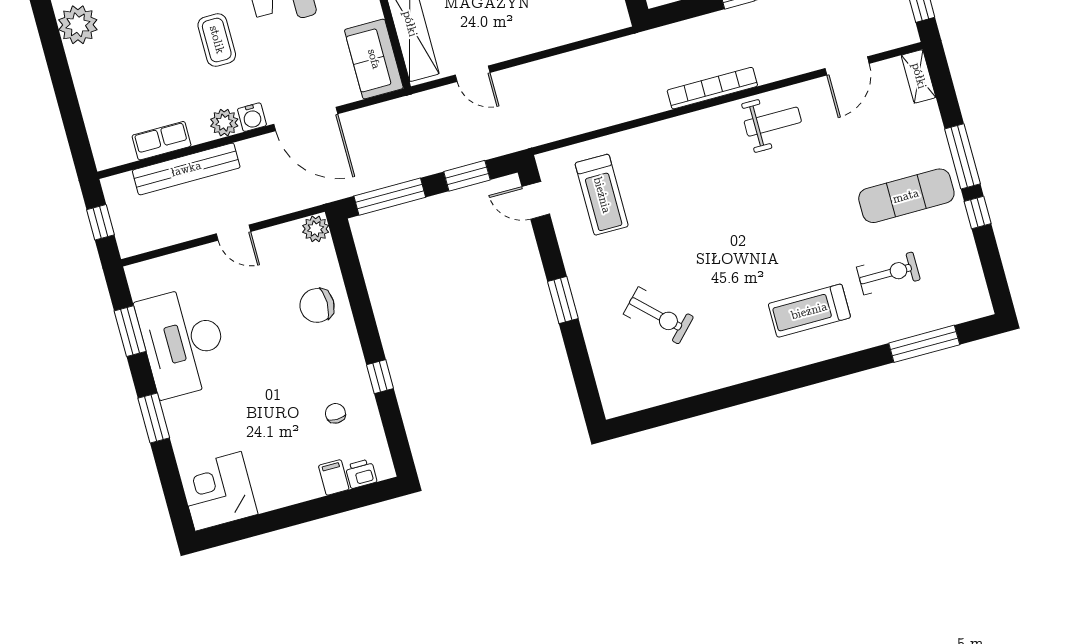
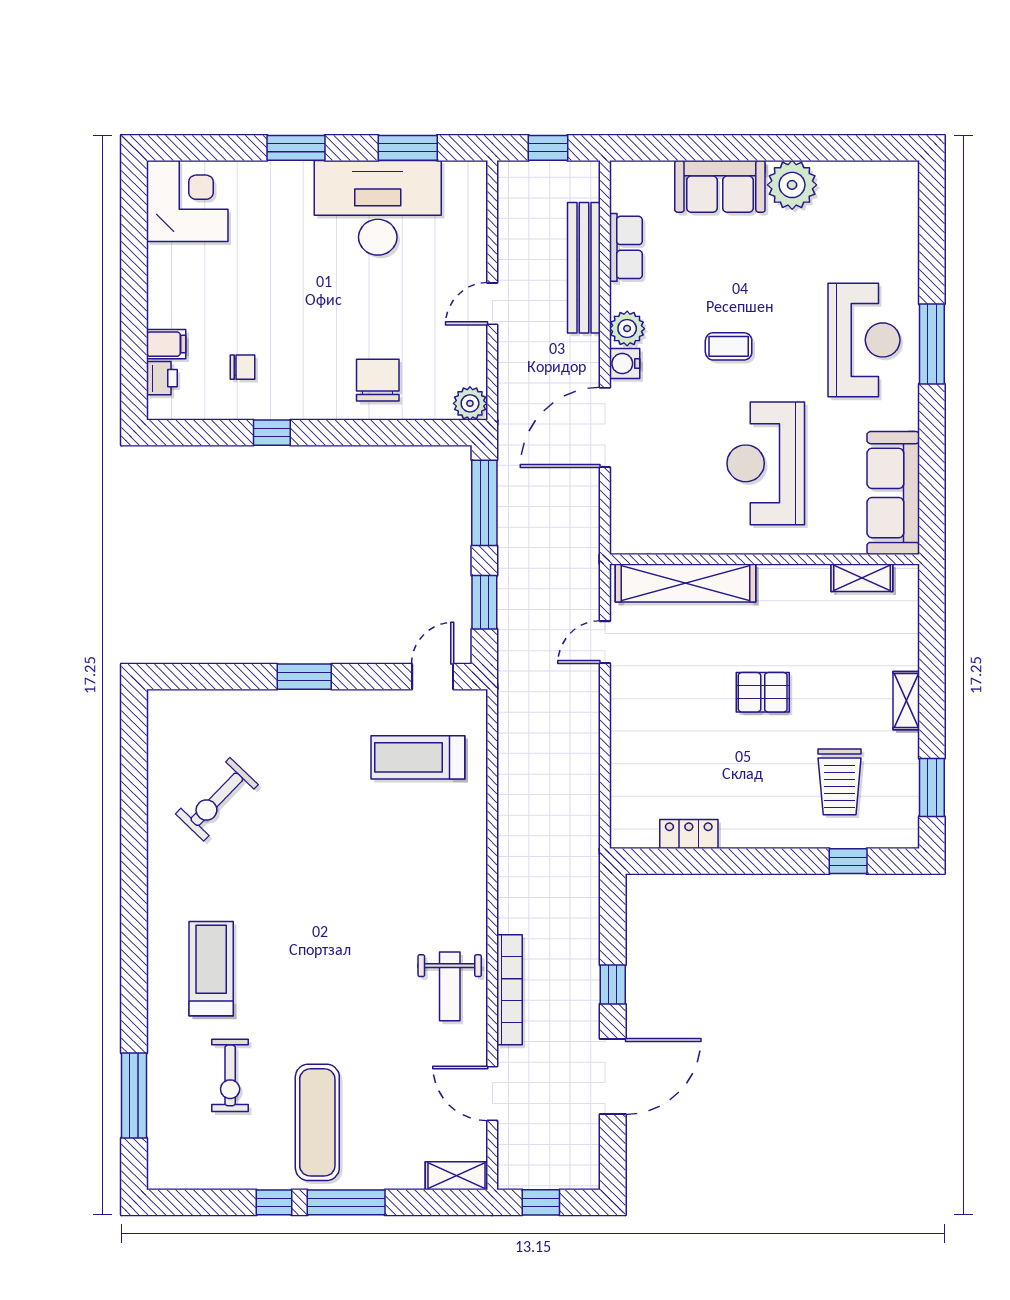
coffee table: (217, 40) -> (729, 346), width x0.73, depth x0.77
sofa: (374, 59) -> (720, 186), moved, turned 180
bookcase: (712, 88) -> (510, 990), moved
exercise bike: (658, 315) -> (217, 799), moved

